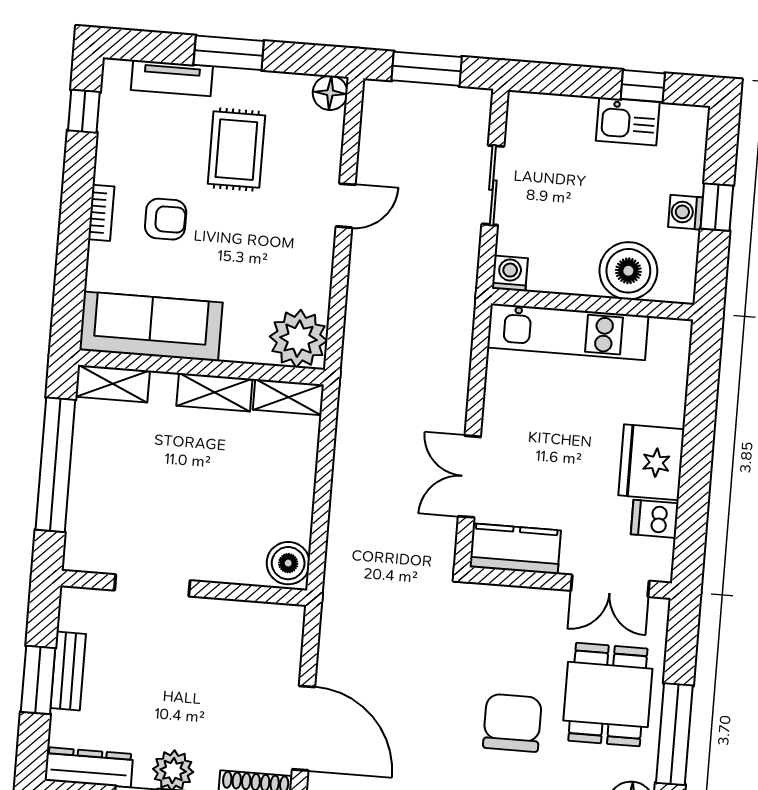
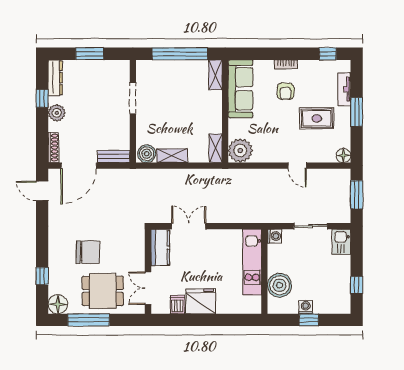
kitchen sink: (628, 121) -> (342, 242), moved
shelving: (214, 392) -> (172, 156), moved, turned 90
bench: (68, 671) -> (114, 157), moved

